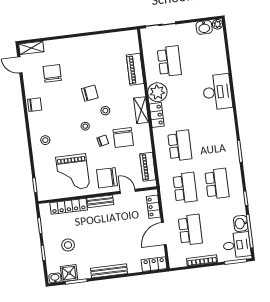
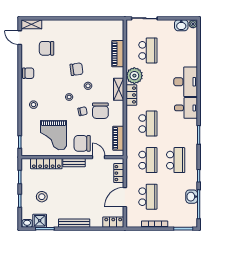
chair: (52, 73) -> (47, 48), turned -90
desk: (237, 245) -> (186, 108), moved

